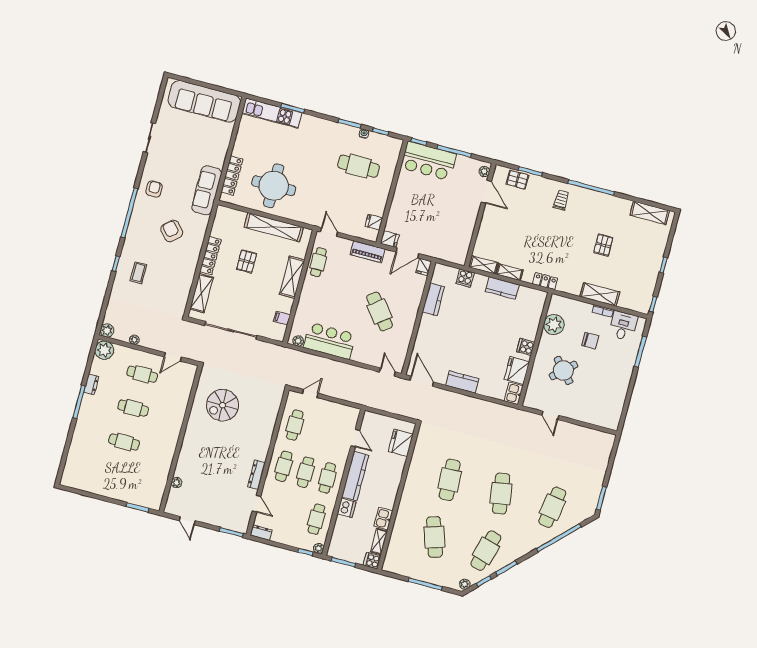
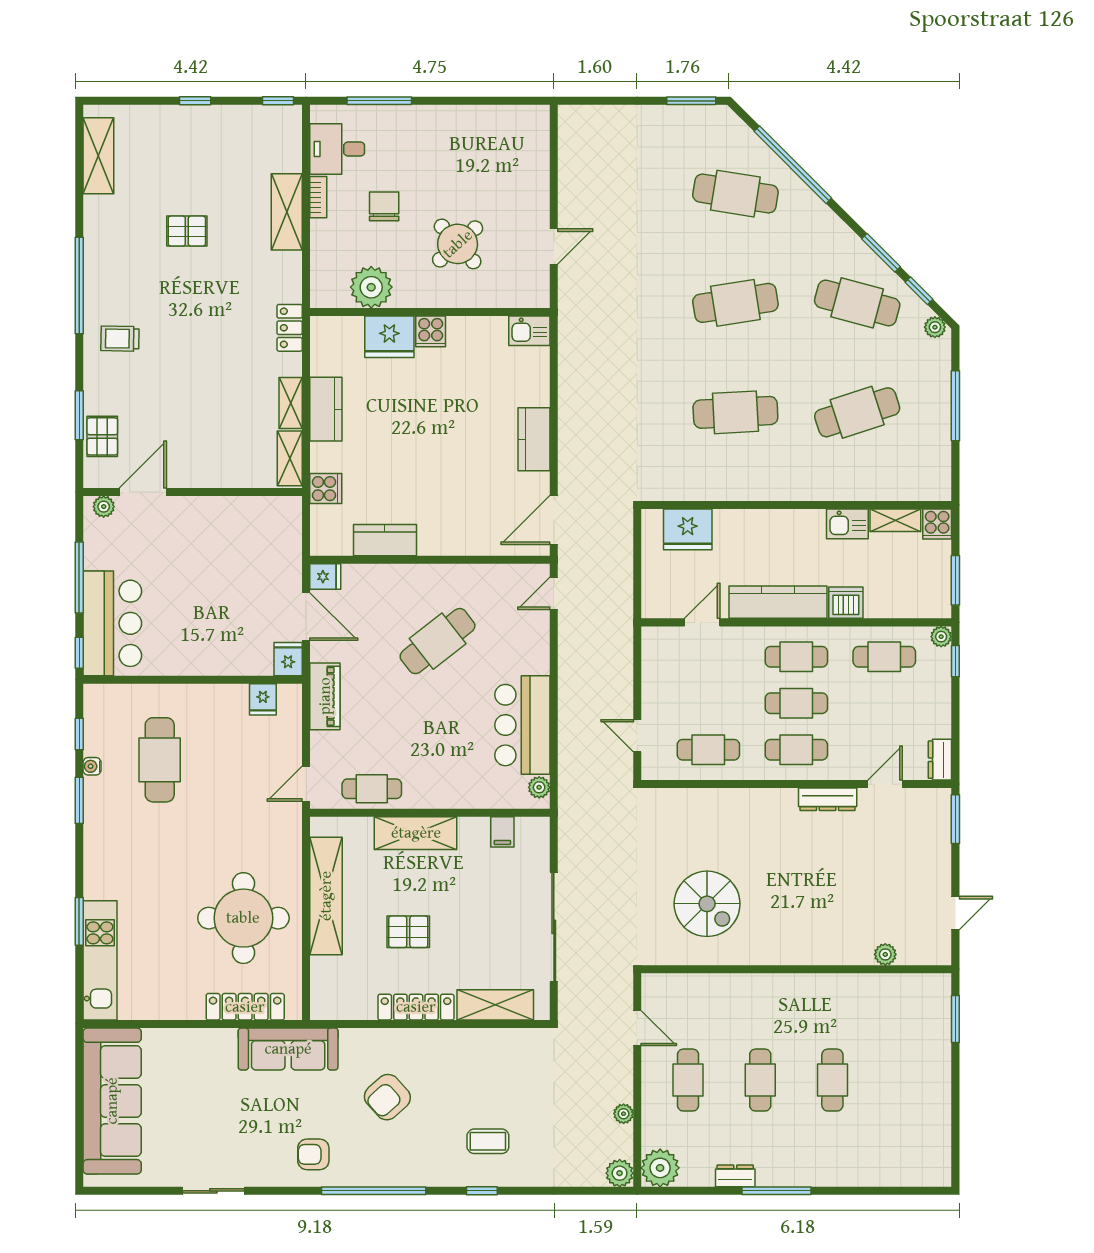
fridge: (517, 370) -> (389, 337), moved

